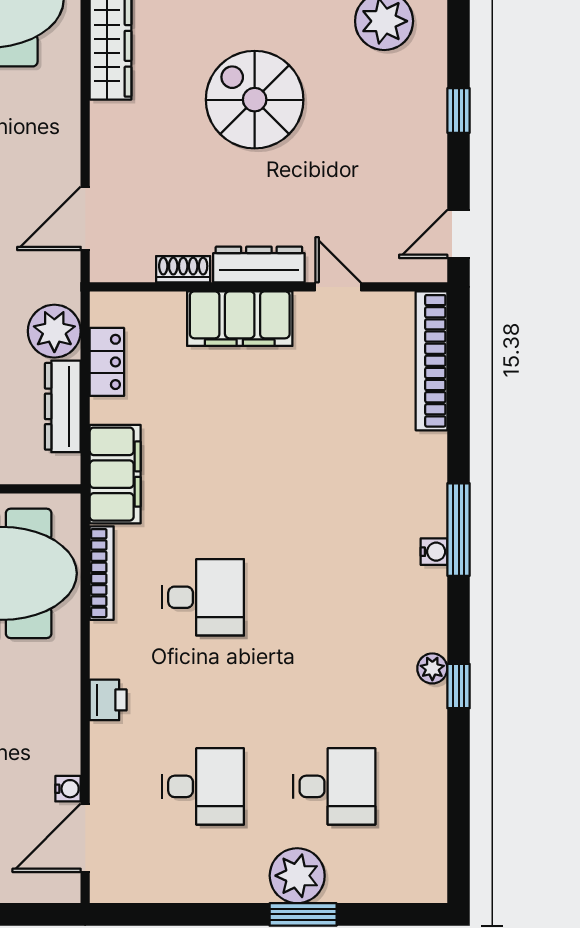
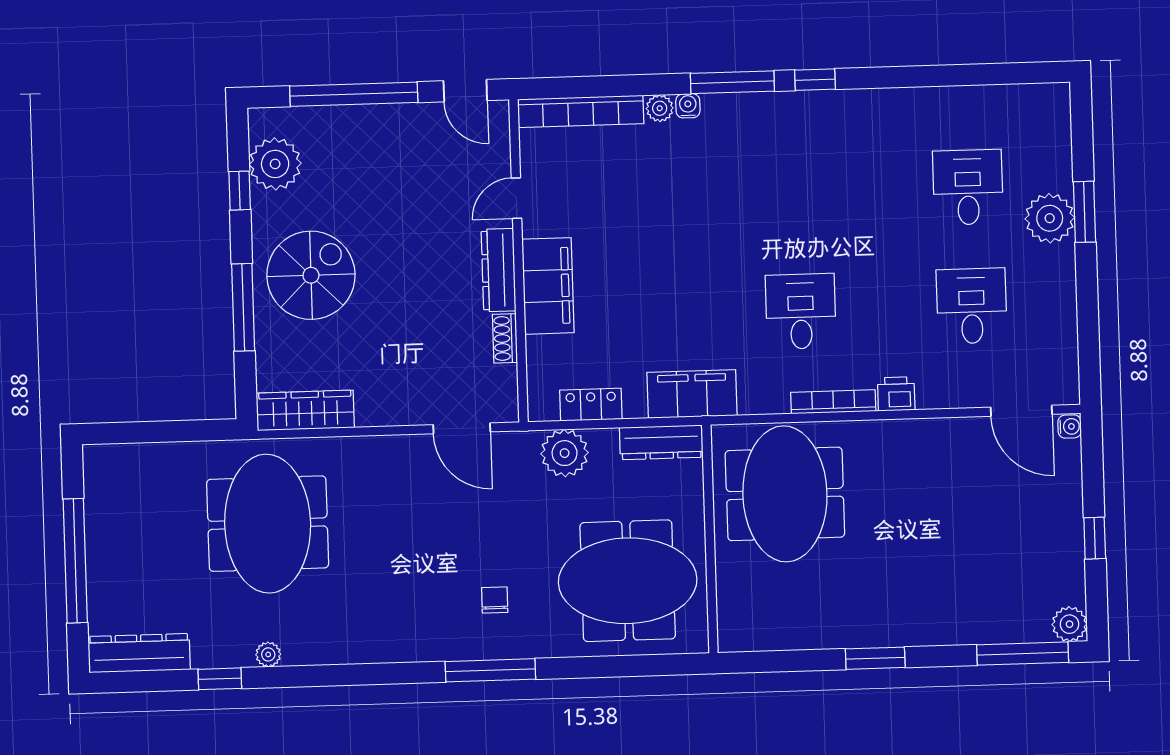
spiral stairs: (255, 100) -> (311, 275), moved, turned 180
window: (459, 110) -> (354, 94), width x3.17
dresser: (63, 406) -> (661, 442), moved
water cooler: (434, 552) -> (688, 106), moved
bookcase: (102, 573) -> (833, 402), moved
plant: (432, 668) -> (660, 108), moved
window: (459, 686) -> (815, 80), moved
water cooler: (68, 789) -> (1070, 426), moved, turned 90

